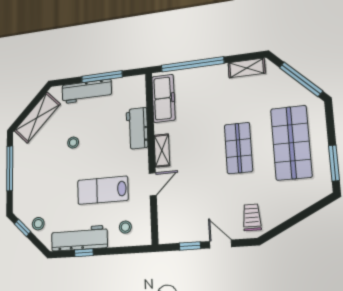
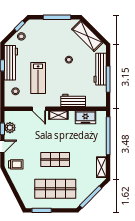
freezer: (163, 98) -> (85, 117), width x0.71
lab bench: (103, 190) -> (38, 78), turned 180
plant: (187, 232) -> (10, 128), added

